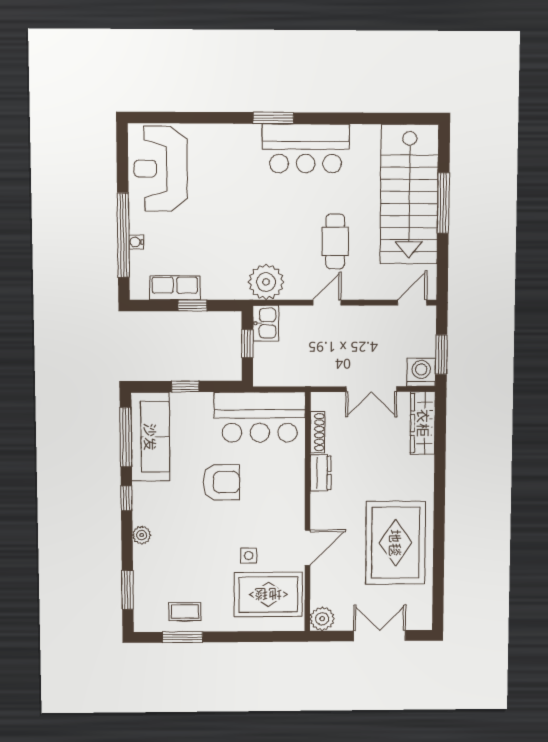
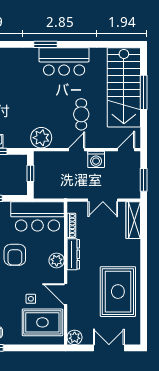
kitchen sink: (266, 323) -> (41, 161), removed
washing machine: (421, 372) -> (96, 159), moved, turned 180
dresser: (321, 473) -> (73, 254), width x1.44
armchair: (221, 482) -> (15, 255), turned 90
plant: (292, 491) -> (57, 261), added
door: (307, 548) -> (66, 294), swing flipped

